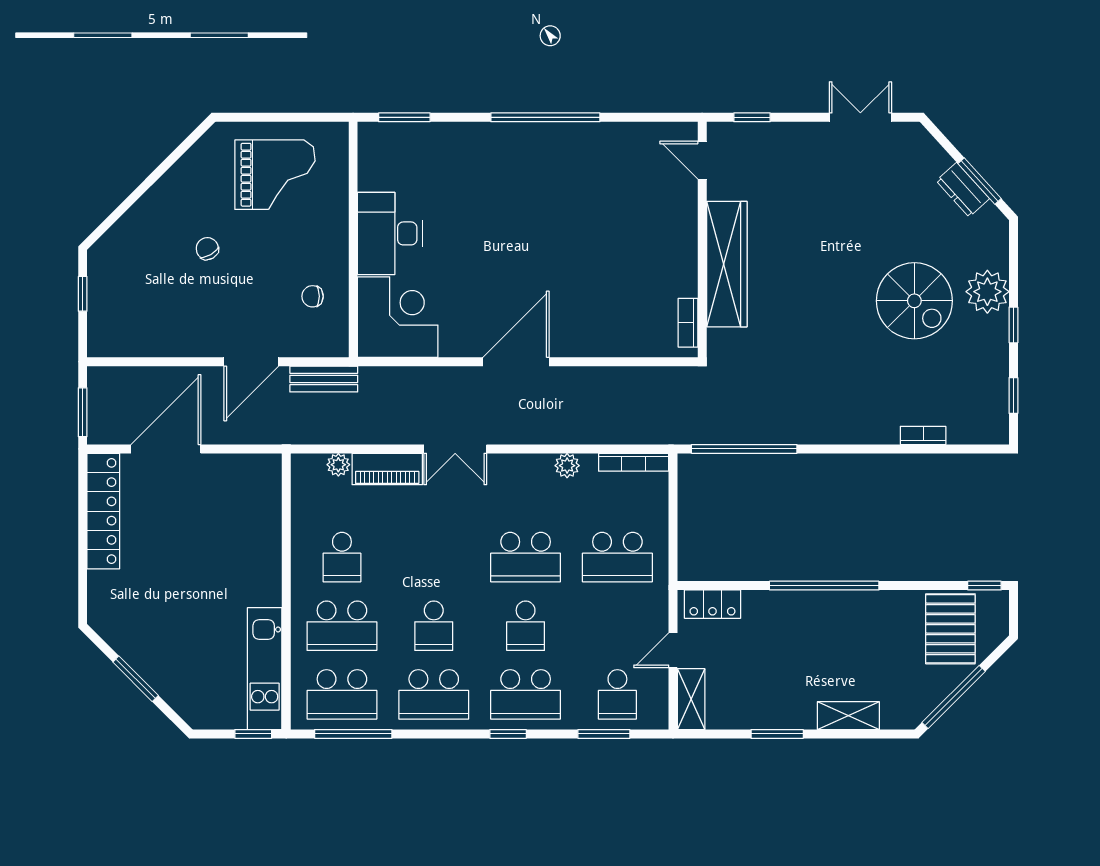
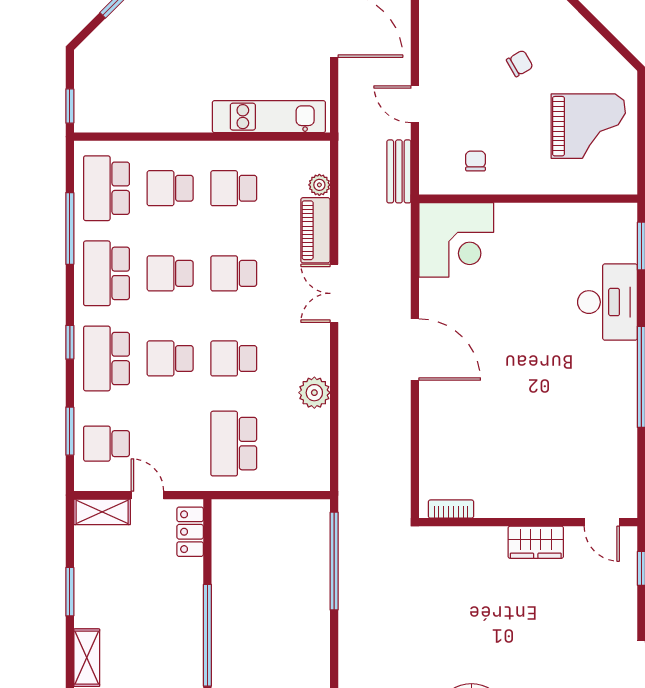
door: (702, 160) -> (602, 522), swing flipped
grand piano: (275, 175) -> (588, 126), turned -90
desk: (390, 233) -> (607, 302), moved, turned 90
wardrobe: (727, 264) -> (536, 542), width x0.48, depth x0.85
door: (251, 362) -> (415, 104), width x0.73
bookcase: (634, 462) -> (322, 459), removed
plant: (567, 466) -> (314, 393), width x1.38, depth x1.38
school desk: (434, 557) -> (234, 273), added
school desk: (526, 557) -> (234, 358), width x0.54
school desk: (342, 626) -> (170, 188), width x0.54
kitchen unit: (265, 669) -> (269, 117), moved
window: (353, 734) -> (70, 228), moved

